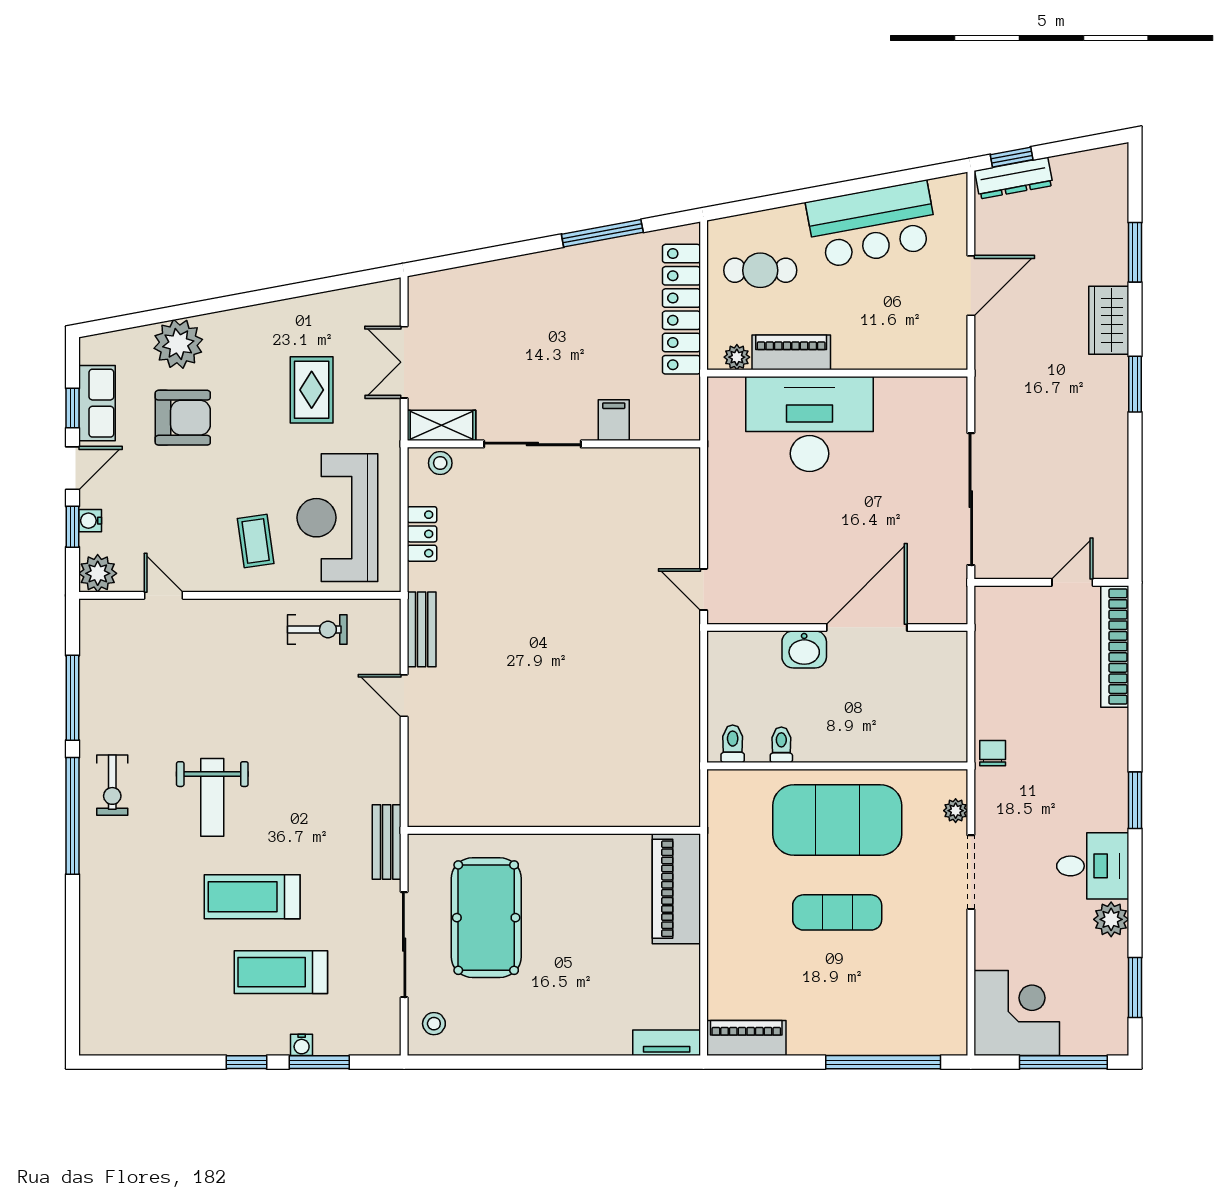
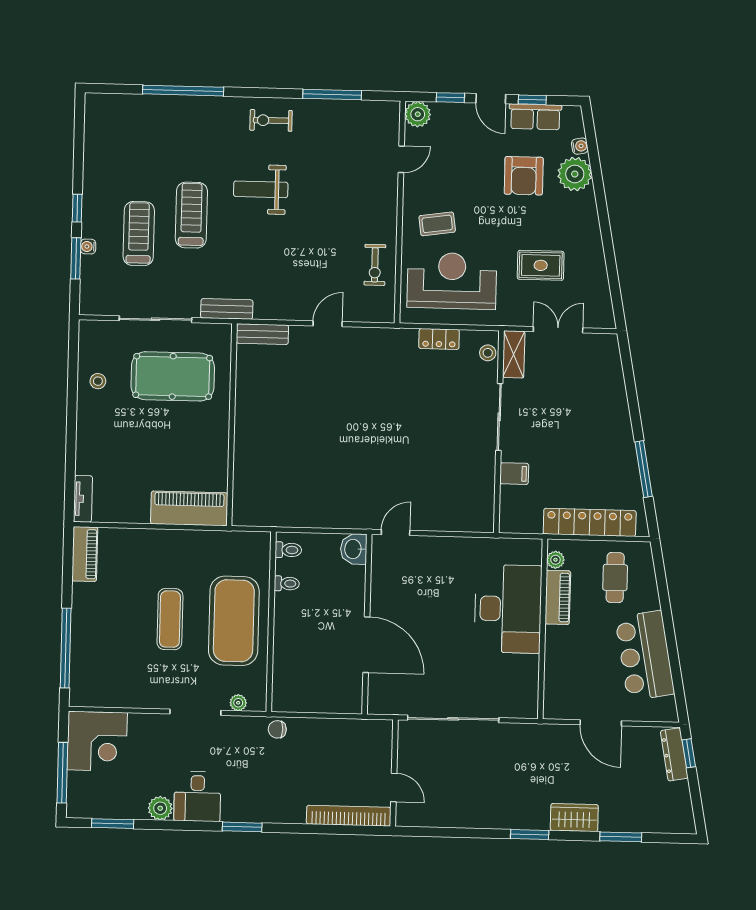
water cooler: (90, 521) -> (580, 146), moved, turned 79
bench: (422, 629) -> (262, 334), moved
washbasin: (804, 649) -> (354, 549), moved
chair: (993, 753) -> (277, 729), turned 180
window: (72, 816) -> (183, 91), moved
stool: (434, 1024) -> (98, 381), moved

